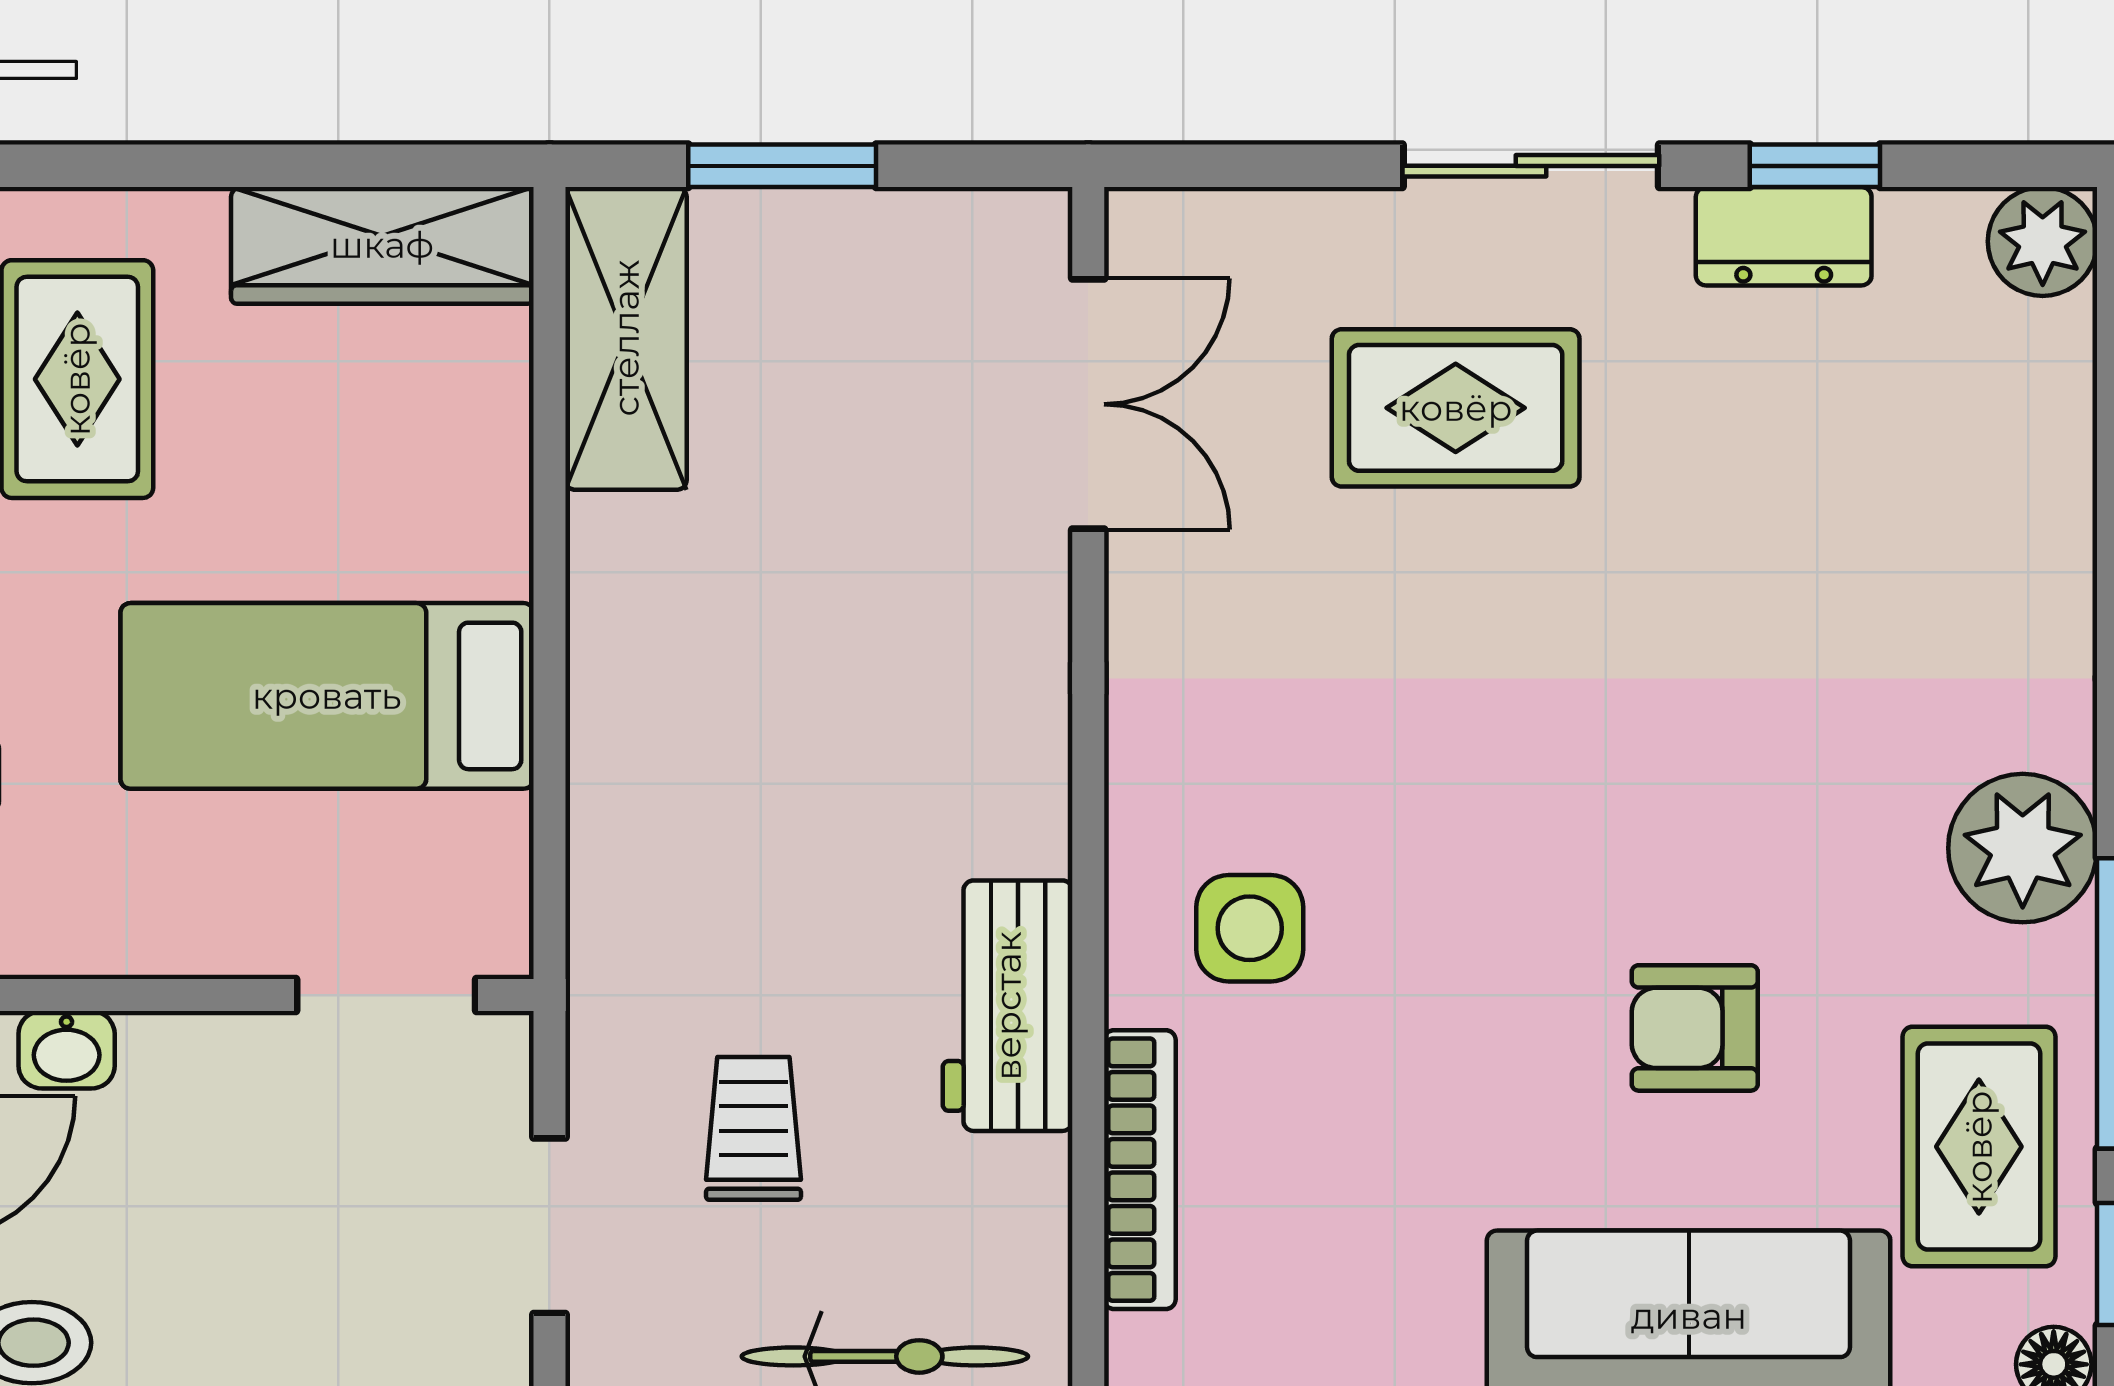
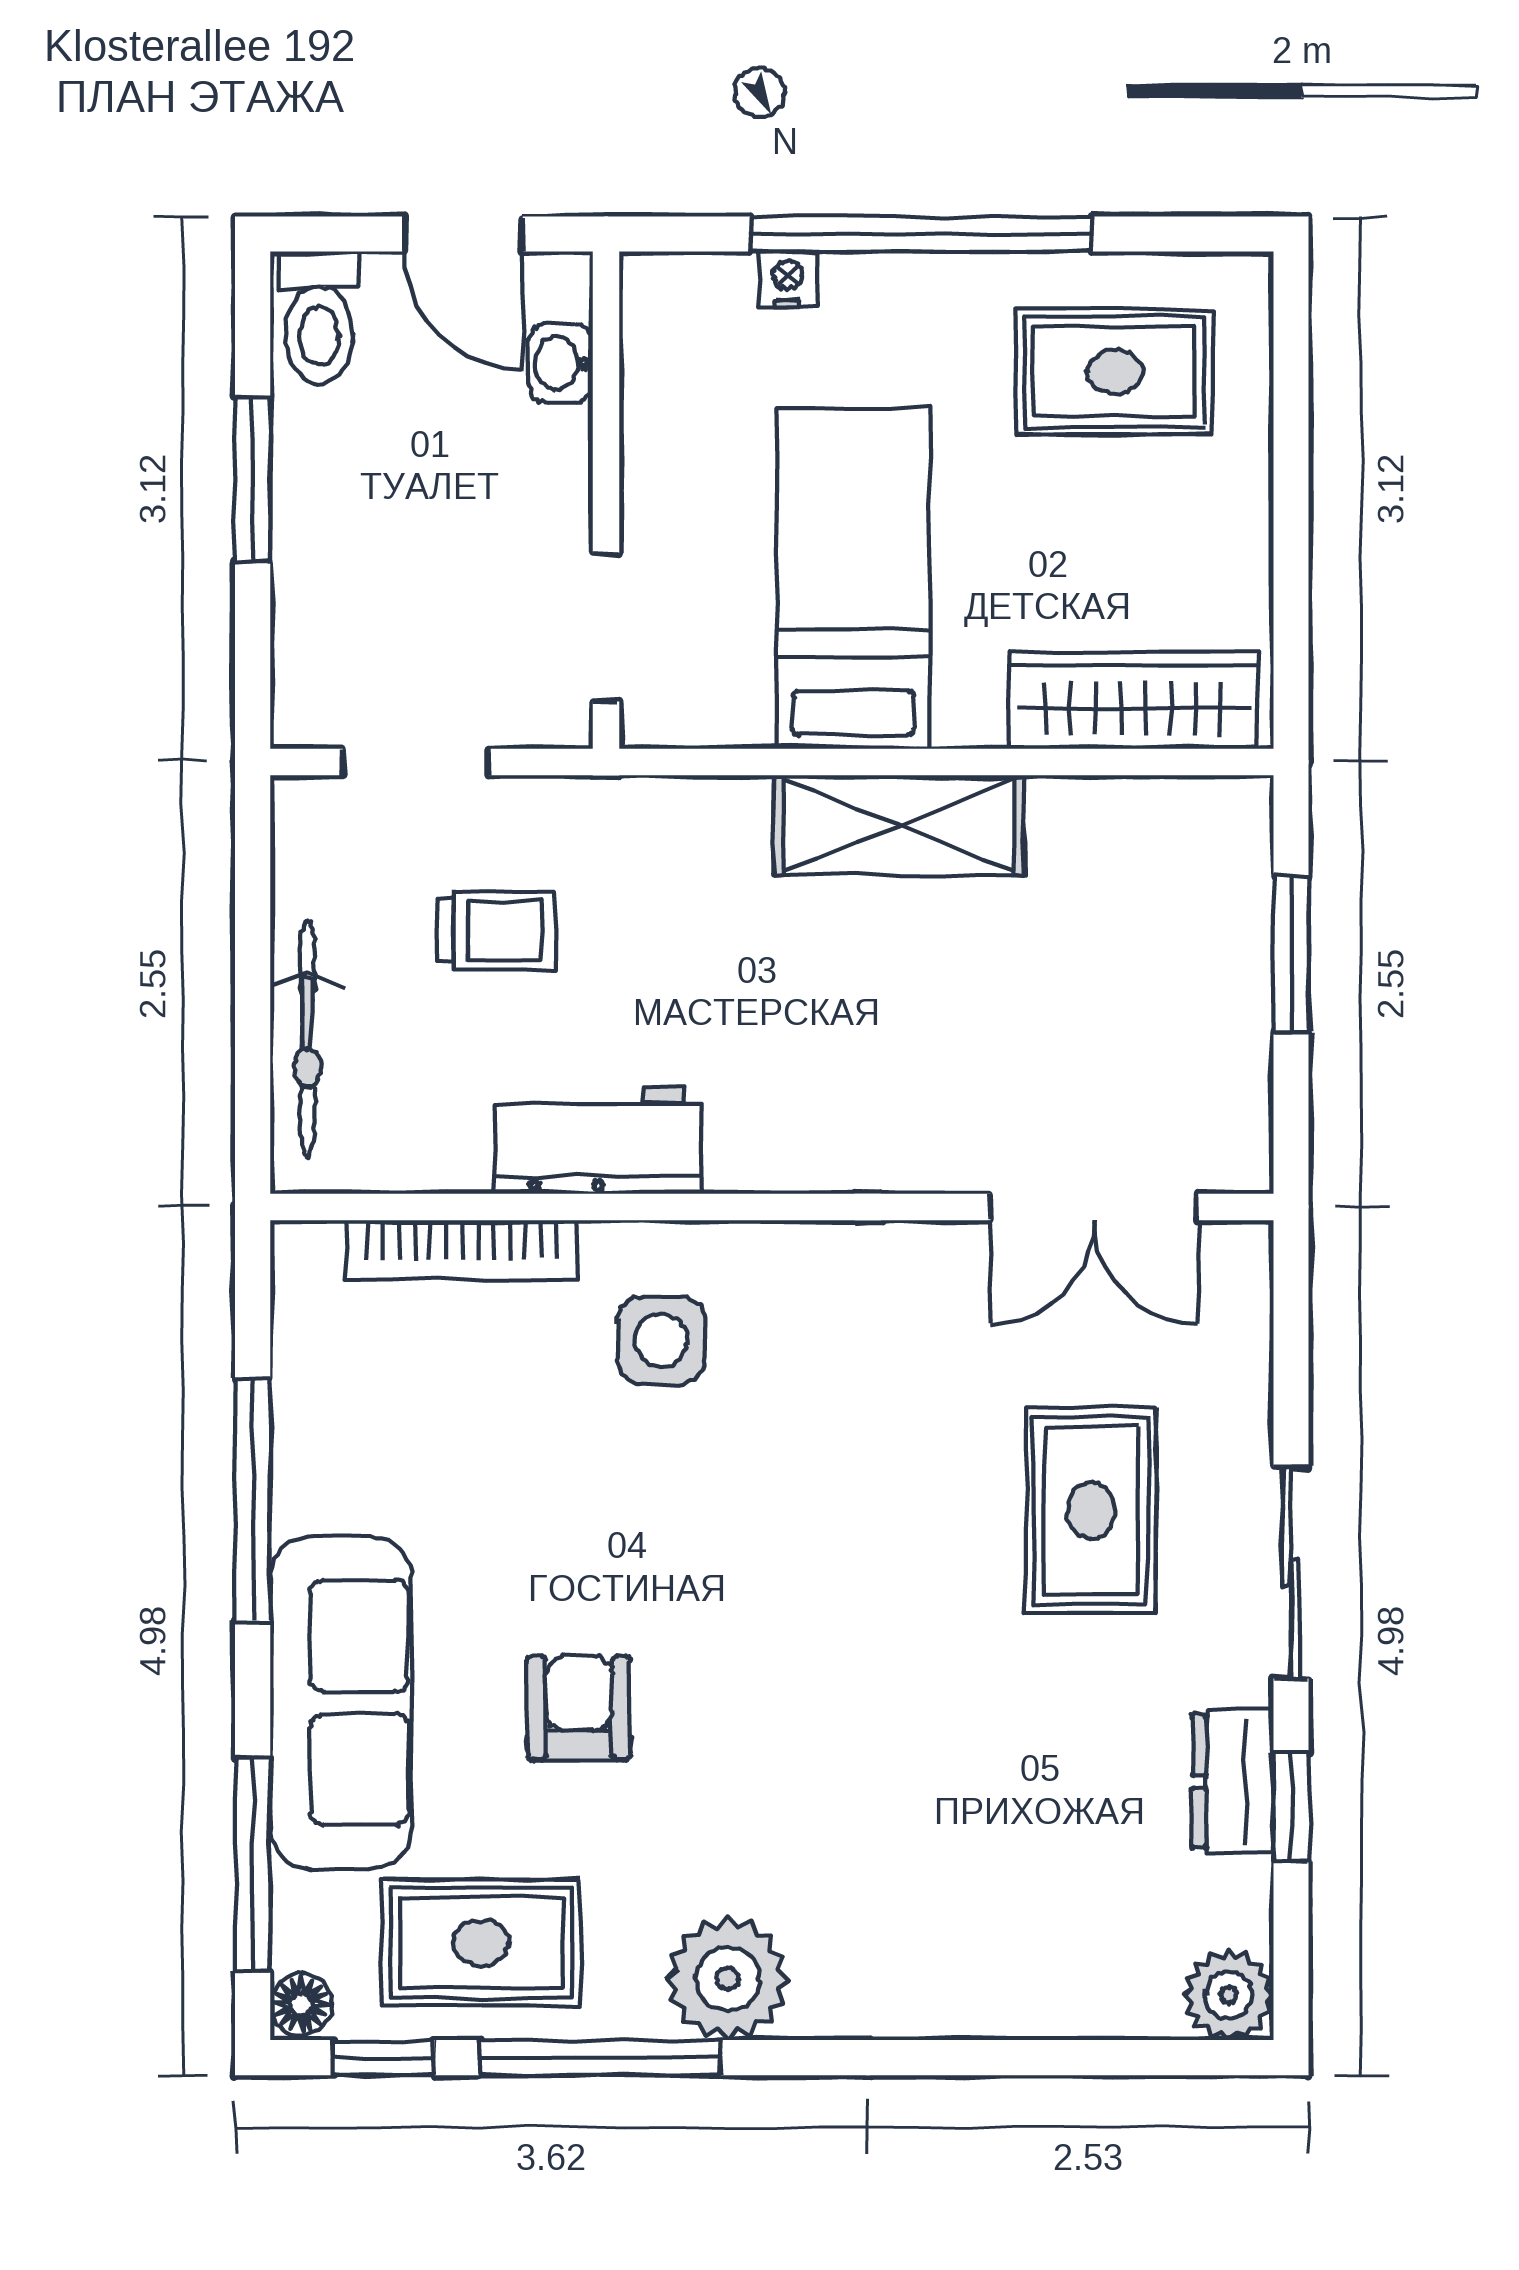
wardrobe: (382, 245) -> (1133, 701), moved, turned 90
shelving: (626, 338) -> (899, 825), moved

